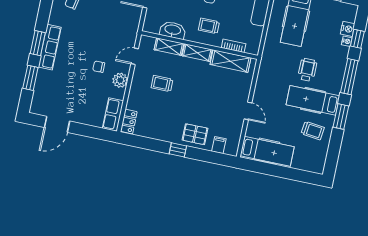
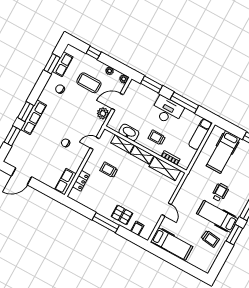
plant: (120, 80) -> (103, 113), moved
locker: (129, 122) -> (81, 181), moved
window: (178, 150) -> (106, 223), width x2.17

